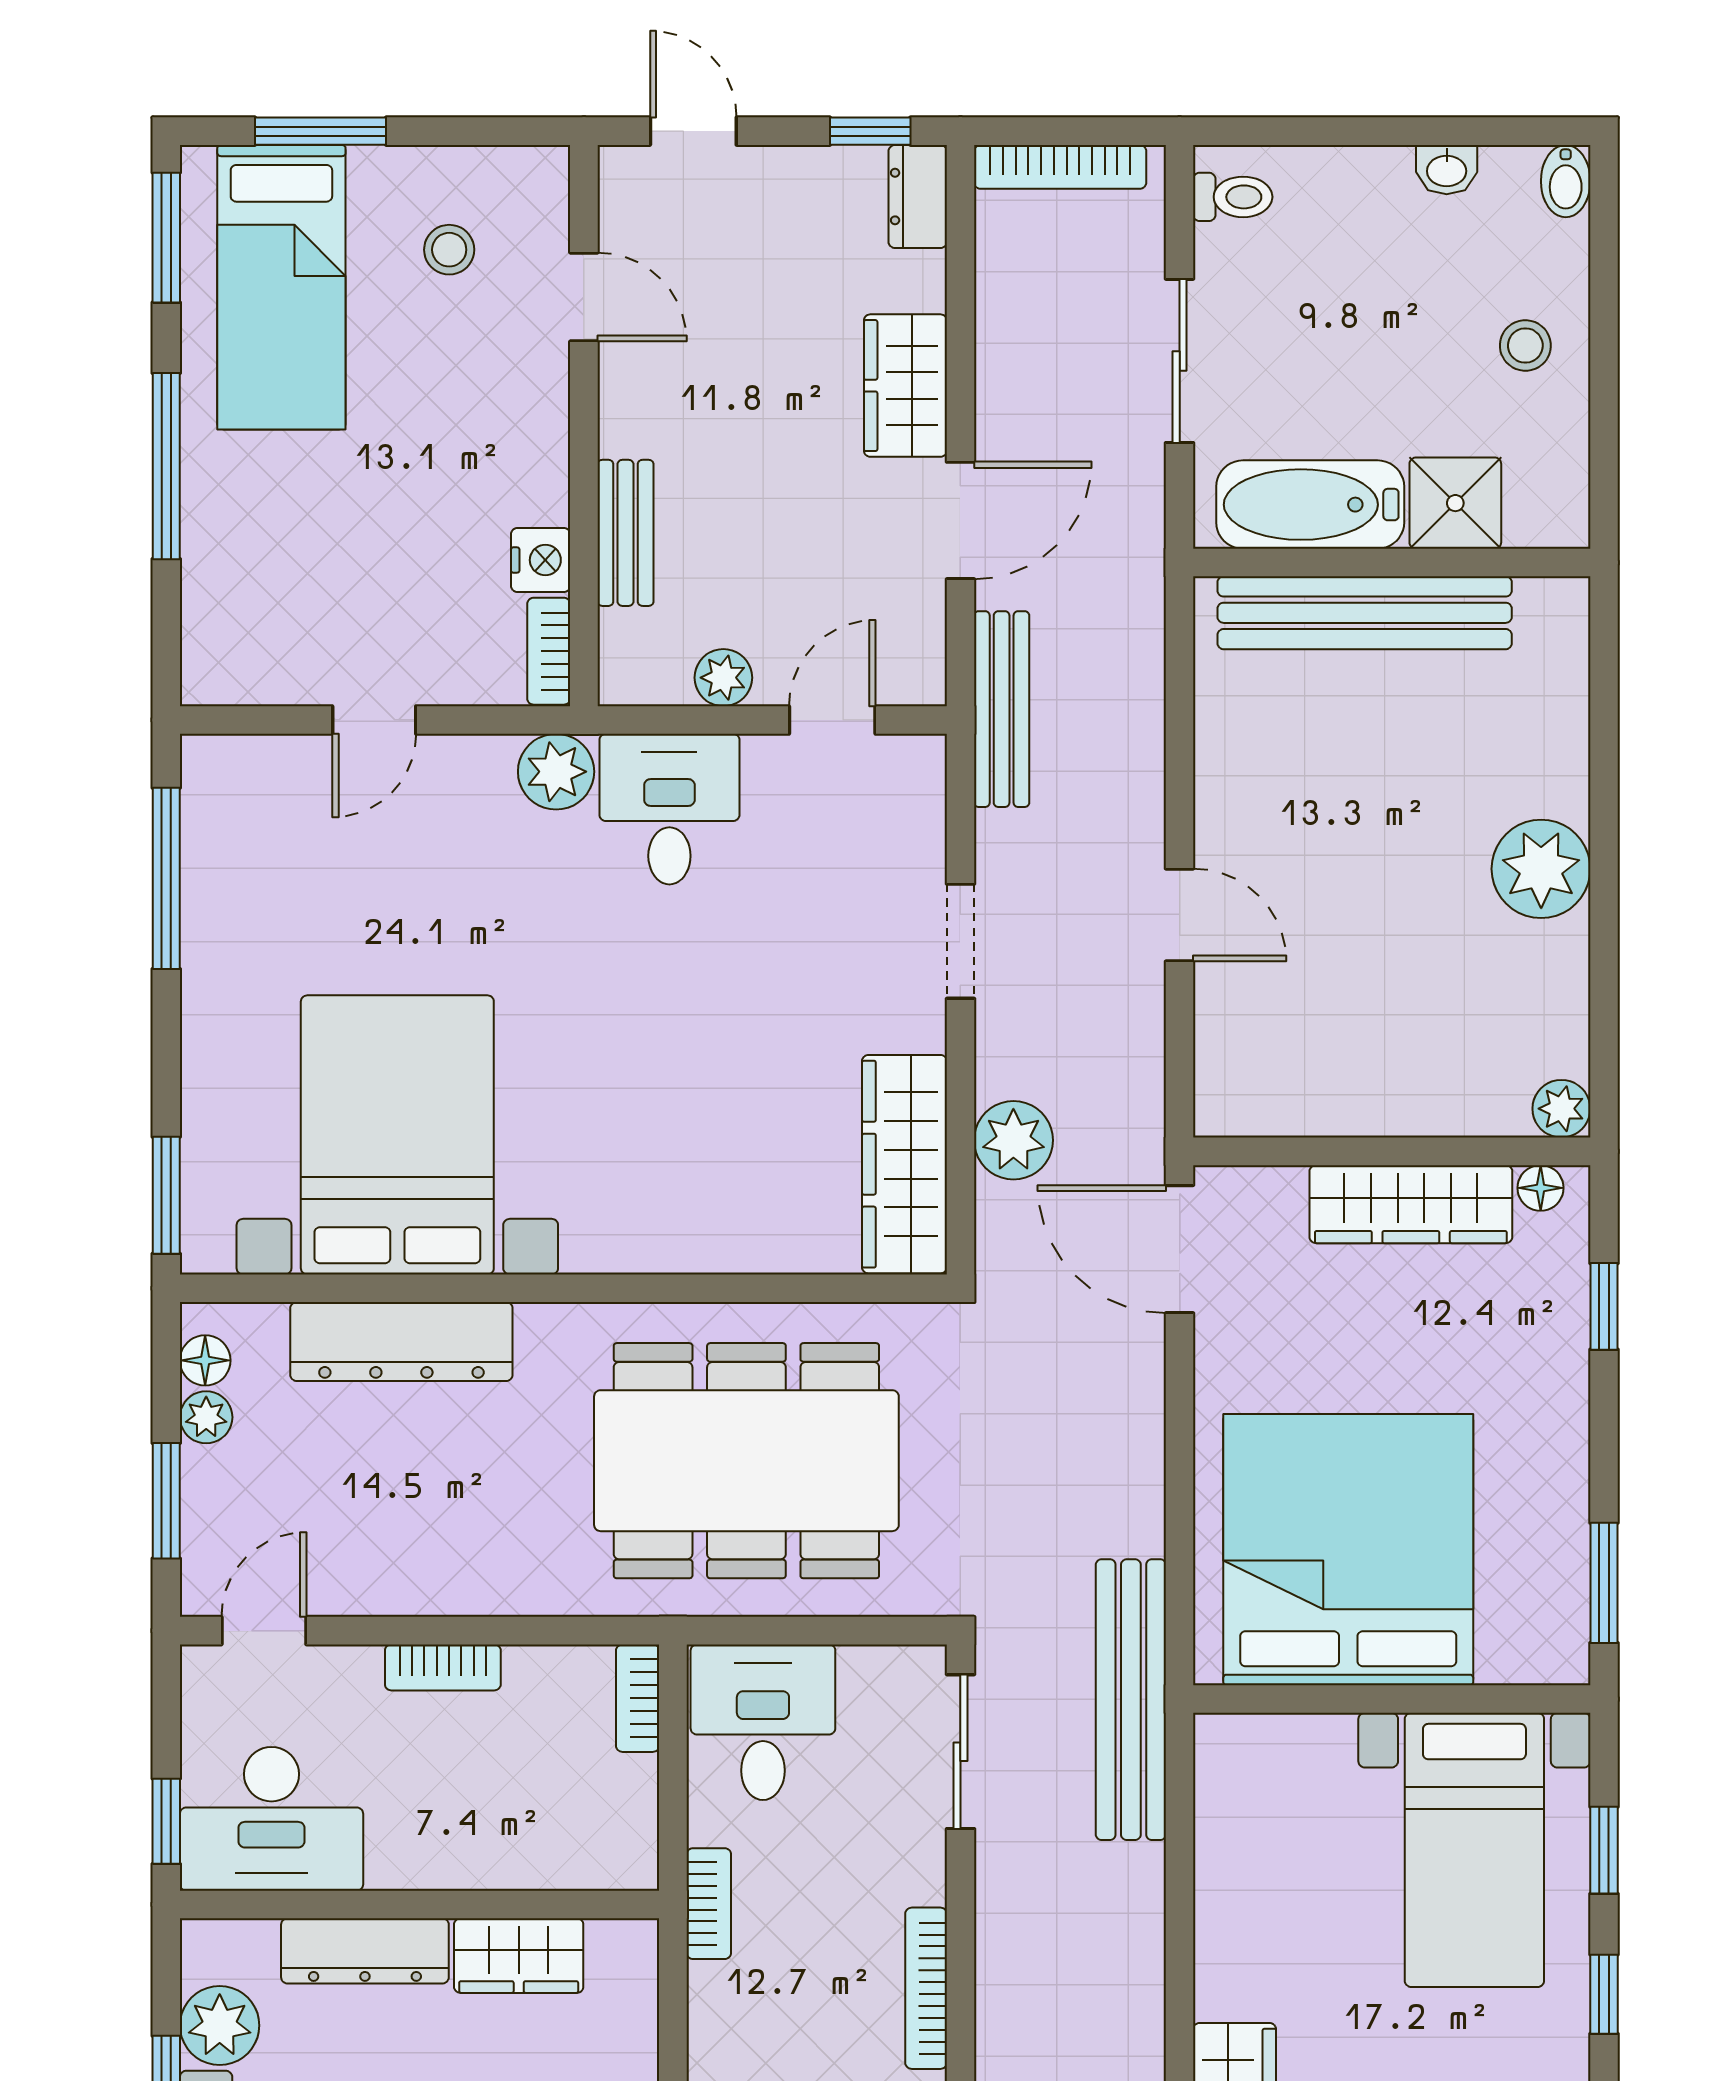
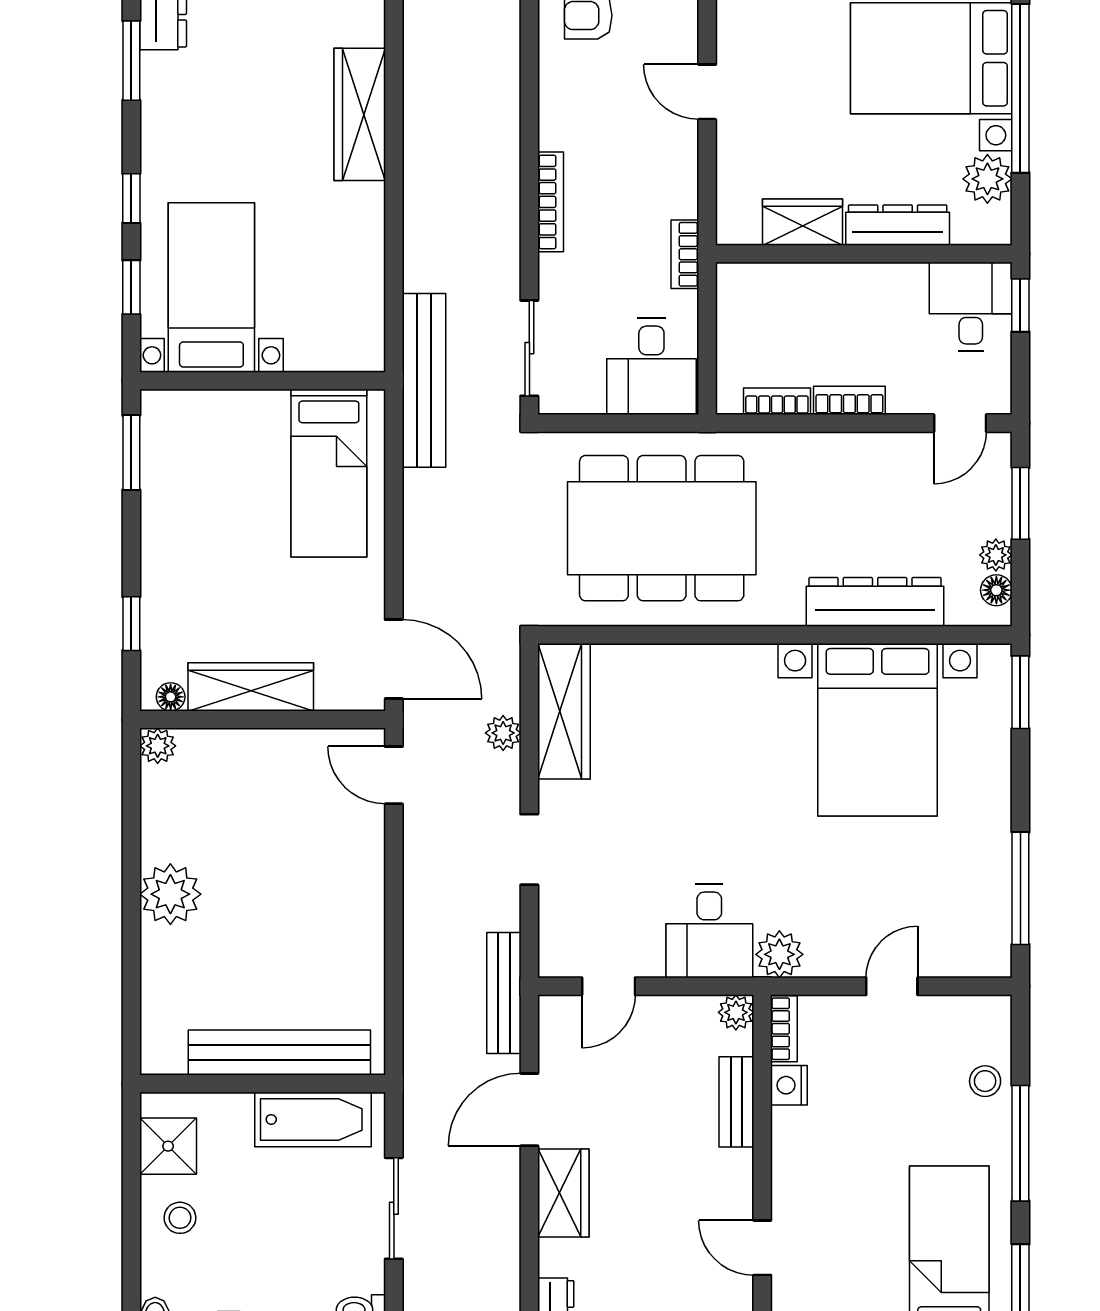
stool: (449, 250) -> (985, 1081), moved
shower: (1455, 503) -> (168, 1146), moved
plant: (723, 678) -> (736, 1012), moved
door: (1180, 915) -> (394, 775), moved
plant: (1013, 1140) -> (503, 733), width x0.73, depth x0.73
bed: (1348, 1550) -> (329, 473), width x0.49
bookcase: (638, 1698) -> (777, 401), moved, turned -90
desk: (271, 1819) -> (971, 307), width x0.73

